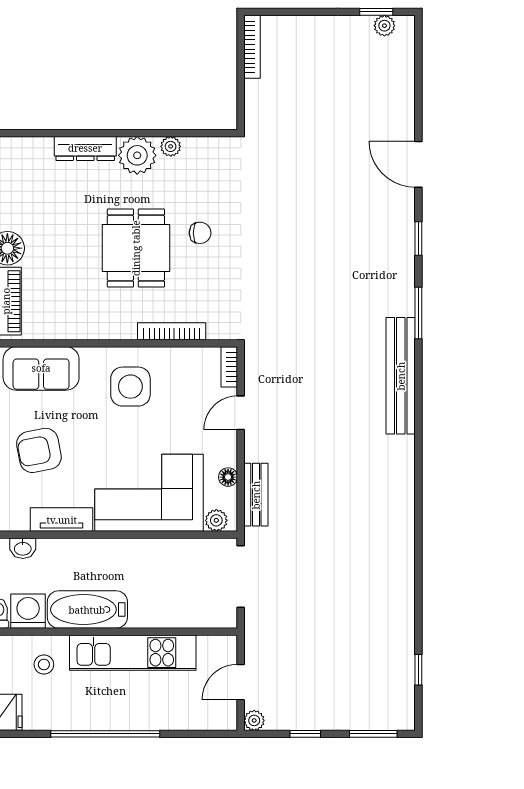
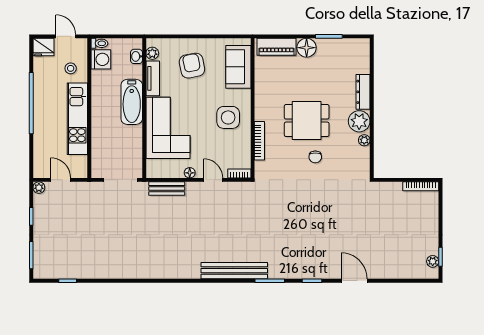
door: (418, 164) -> (354, 281), hinge flipped
floor lamp: (228, 477) -> (190, 173), moved
plant: (216, 520) -> (152, 53), moved
bathtub: (87, 610) -> (132, 102), moved, turned 180

